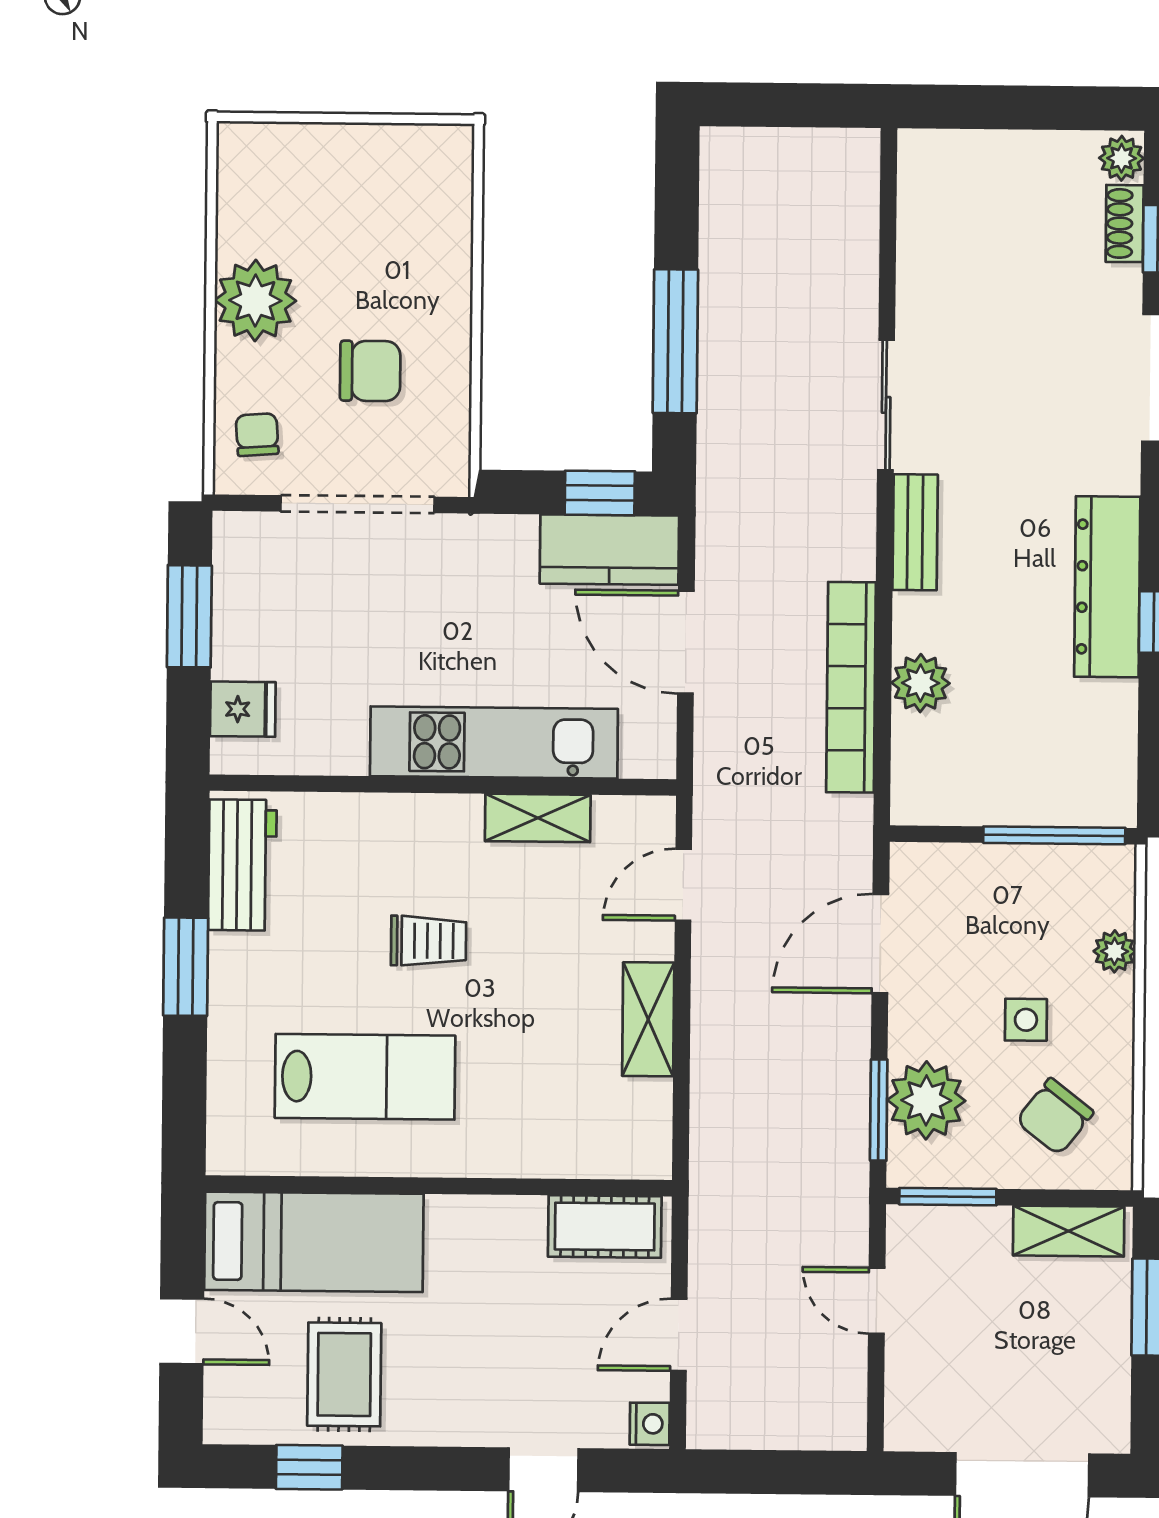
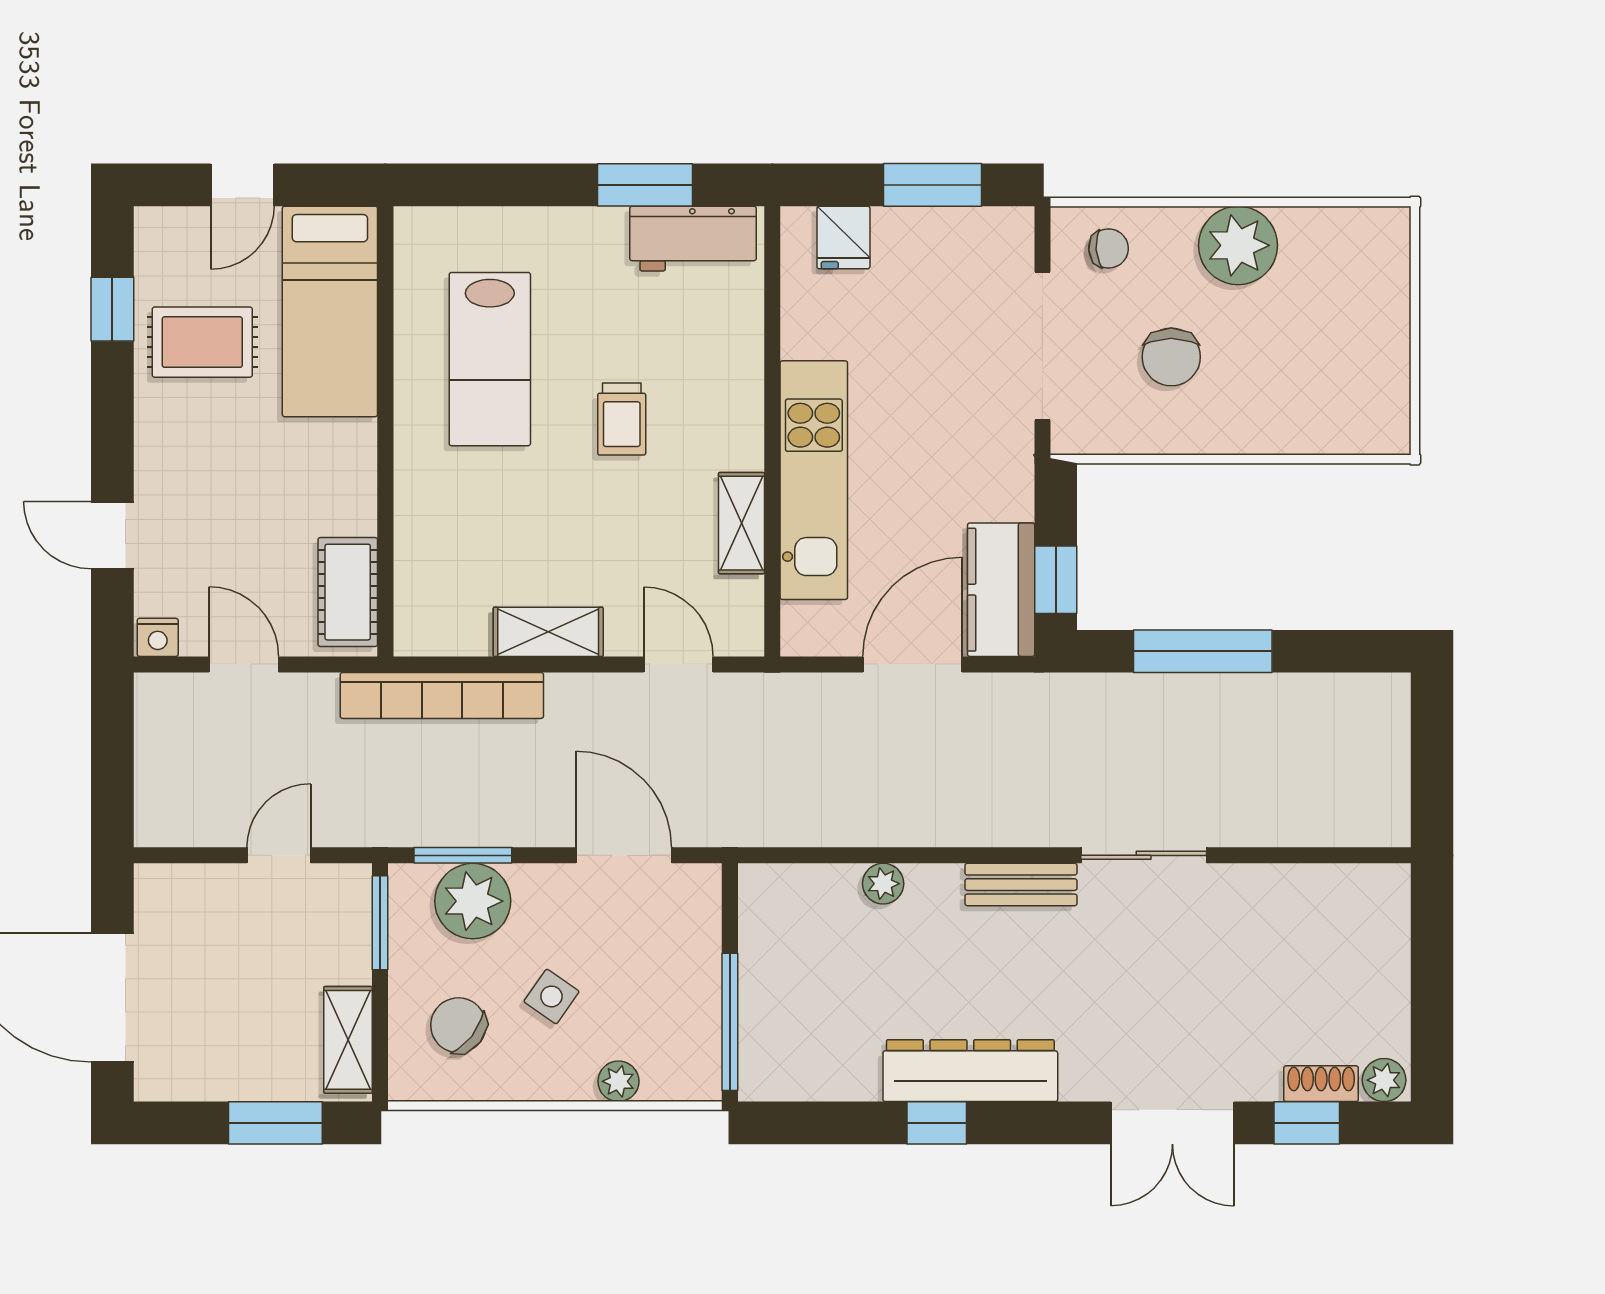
plant: (921, 683) -> (883, 884), width x0.73, depth x0.73
bookcase: (851, 687) -> (442, 695), moved, turned 180
window: (186, 967) -> (645, 185), moved
side table: (1026, 1020) -> (551, 996), turned 35

